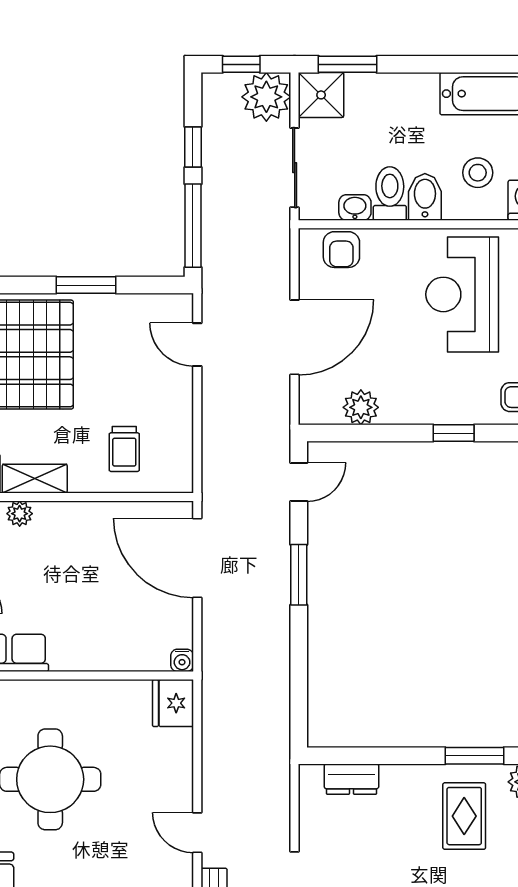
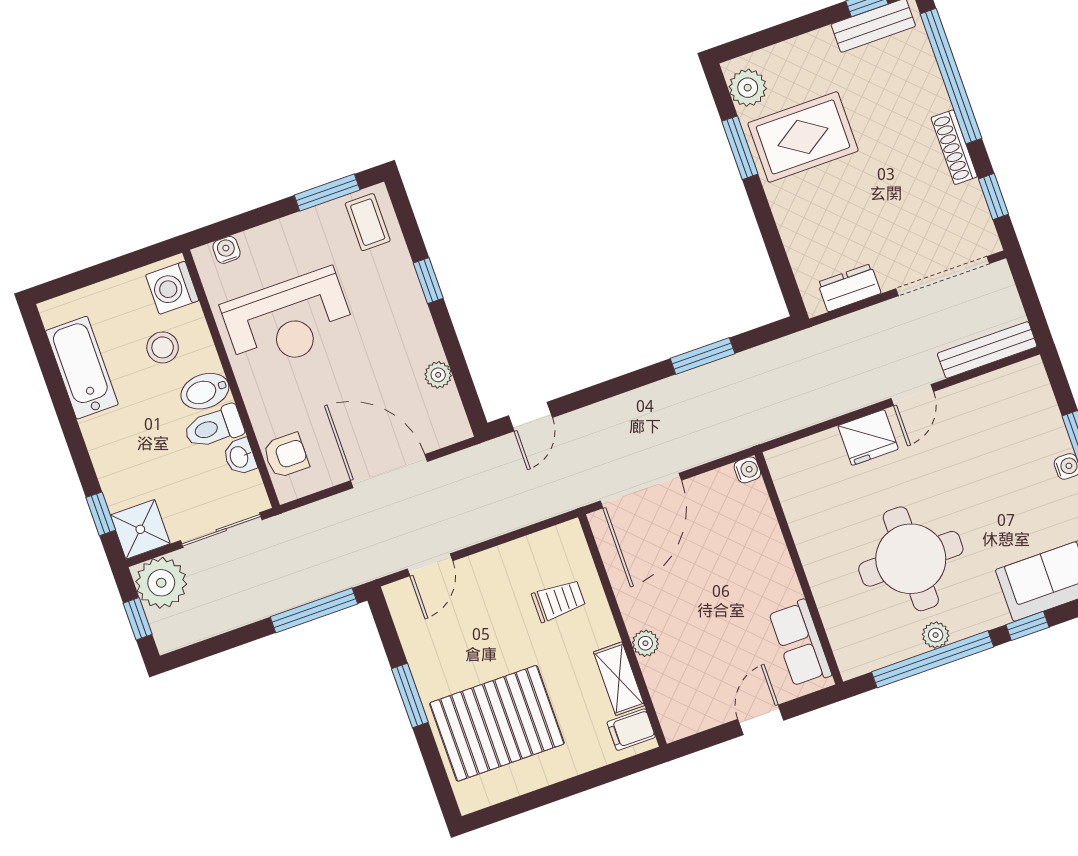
window: (348, 64) -> (101, 514), width x0.67
window: (193, 147) -> (236, 638), removed
plant: (361, 407) -> (438, 375), width x0.73, depth x0.73
door: (299, 482) -> (530, 417), swing flipped
plant: (20, 514) -> (645, 643), moved
window: (299, 575) -> (703, 356), moved
fridge: (173, 703) -> (868, 437), moved
dresser: (351, 779) -> (849, 288), moved, turned -90
rug: (464, 816) -> (803, 137), width x1.36, depth x1.43

